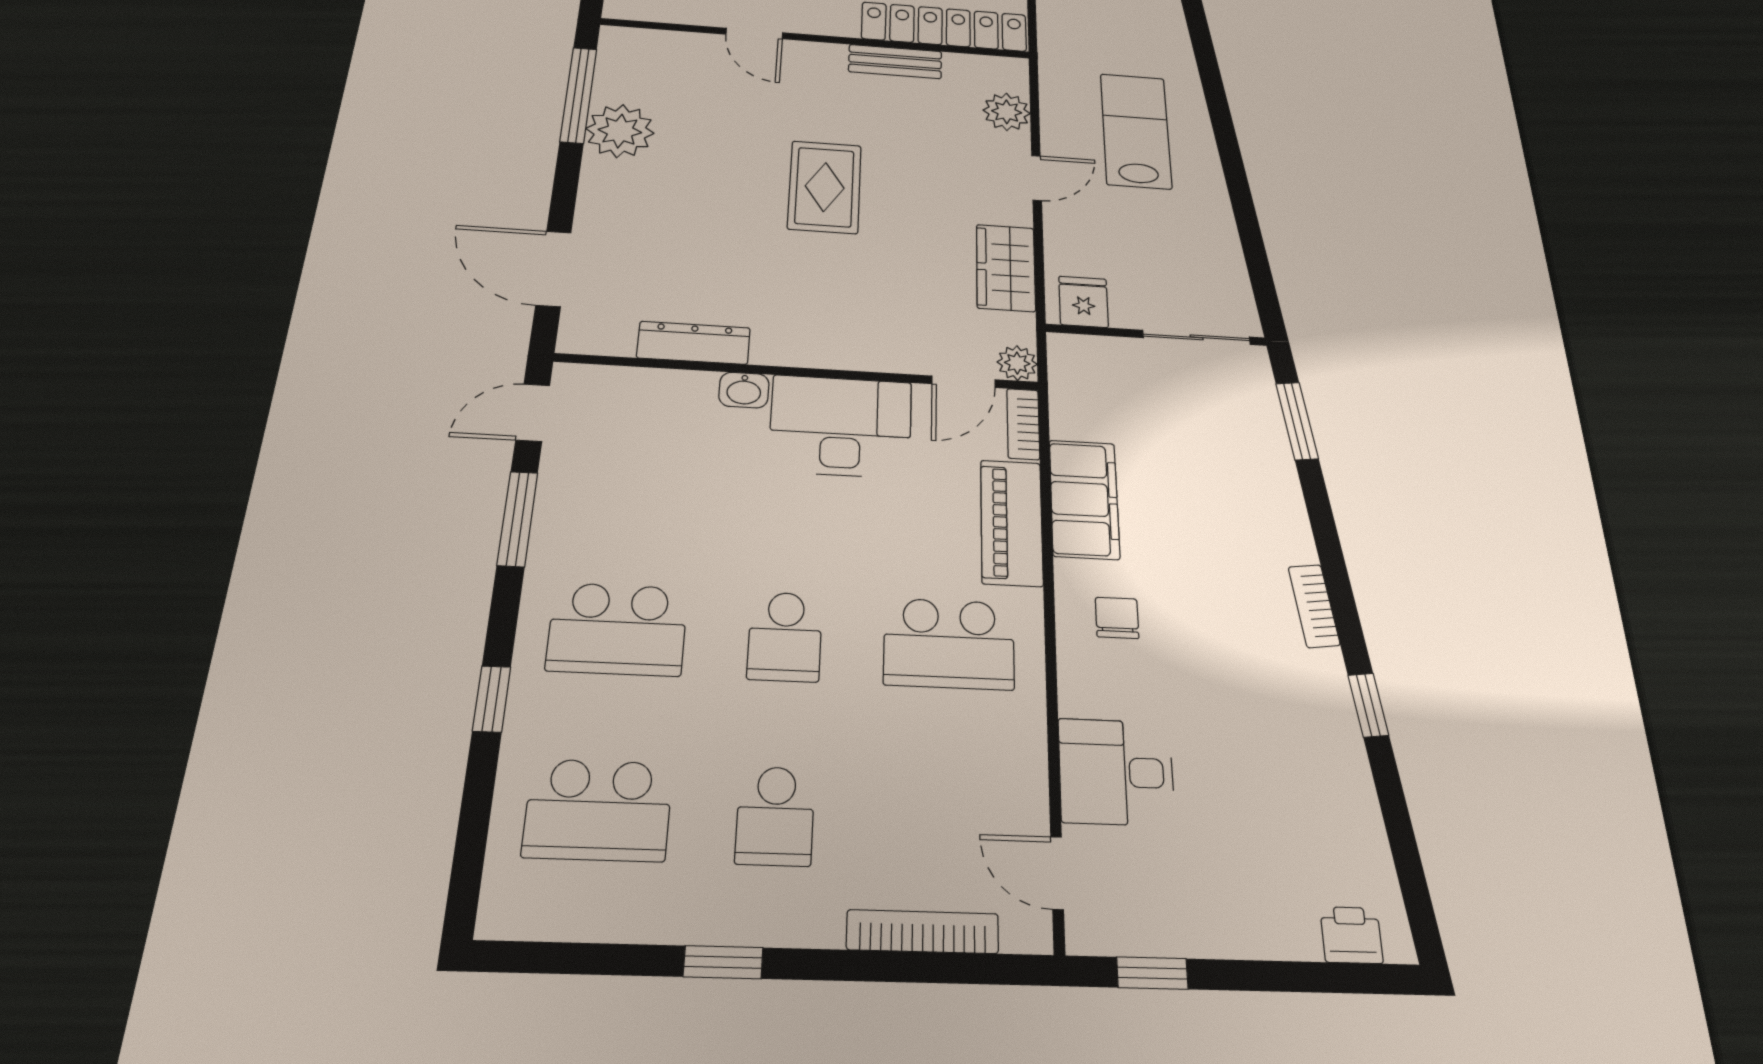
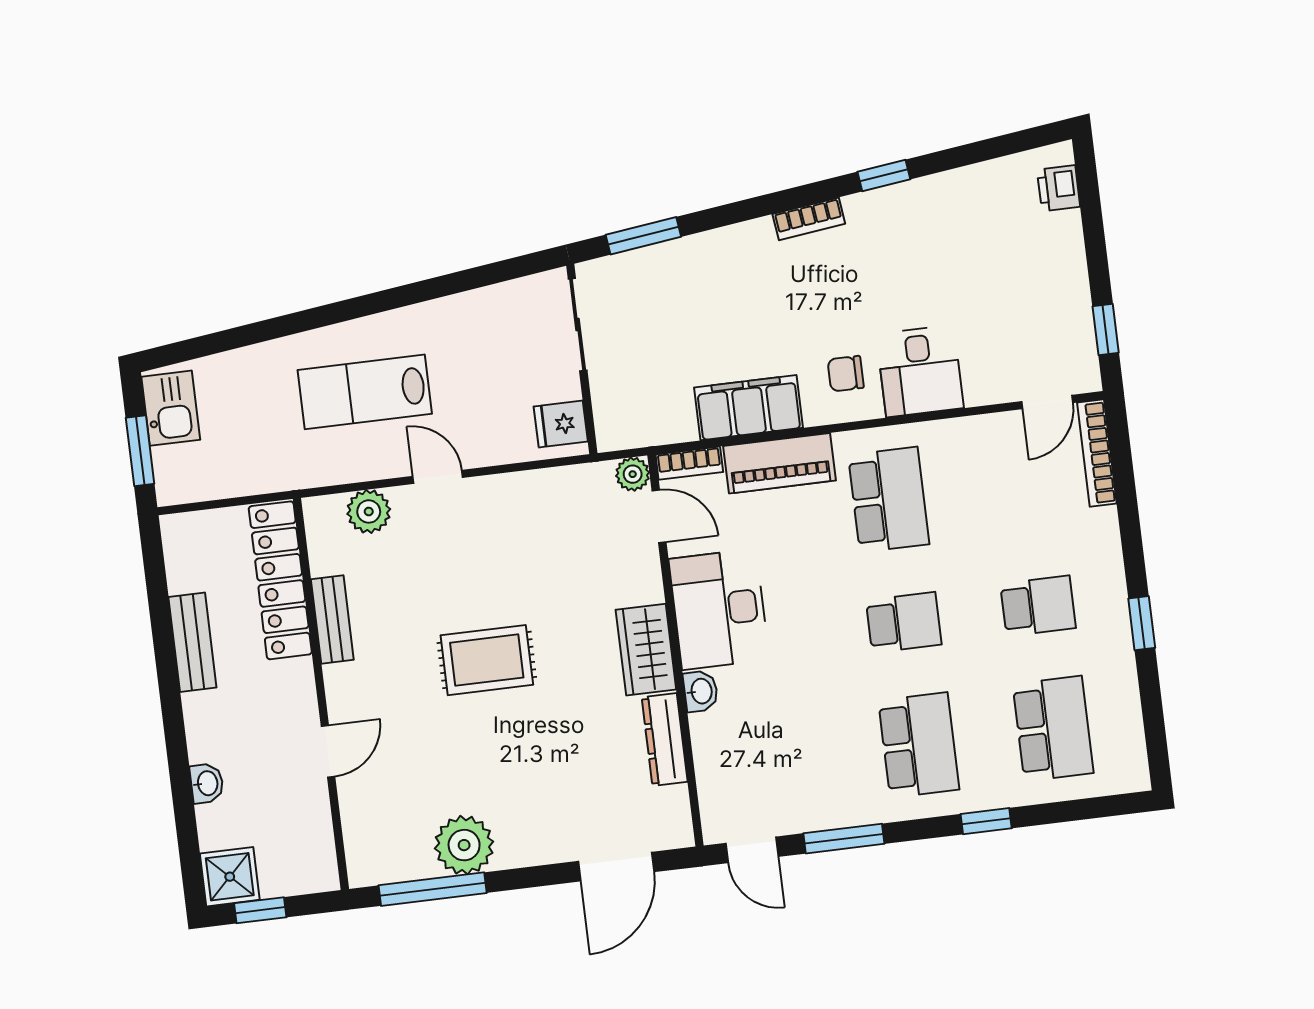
wardrobe: (1006, 268) -> (646, 650), moved, turned 90
desk: (1116, 772) -> (920, 371), moved
bookcase: (923, 932) -> (1097, 453), moved

